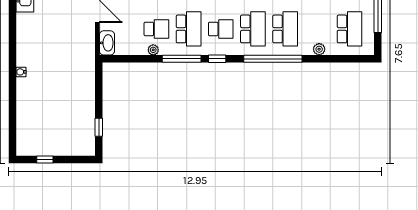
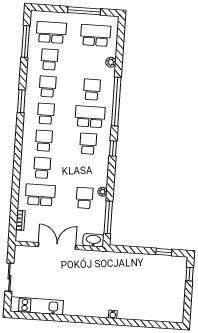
school desk: (189, 29) -> (86, 171), removed
school desk: (285, 29) -> (92, 90), width x0.54
plant: (153, 50) -> (102, 192), moved
window: (182, 59) -> (108, 217), moved
window: (45, 159) -> (190, 274), moved

